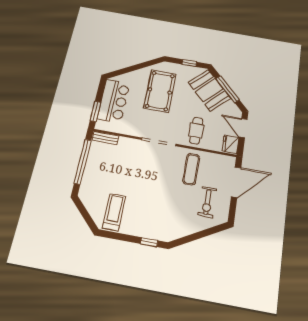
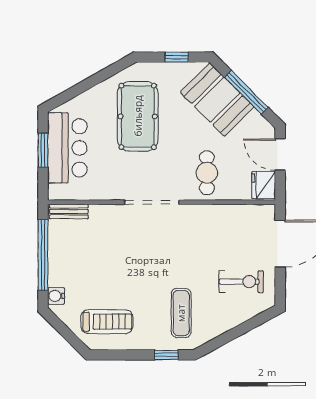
window: (95, 111) -> (43, 150), moved
exercise mat: (191, 169) -> (181, 313), moved
water cooler: (85, 189) -> (56, 296), added
exercise bike: (207, 202) -> (241, 282), turned -90
treadmill: (114, 212) -> (107, 322), turned 90

